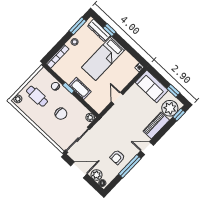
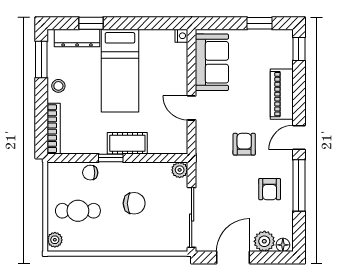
sofa: (152, 86) -> (212, 62), moved, turned -90
plant: (170, 108) -> (278, 52), removed
armchair: (124, 131) -> (244, 144), added

